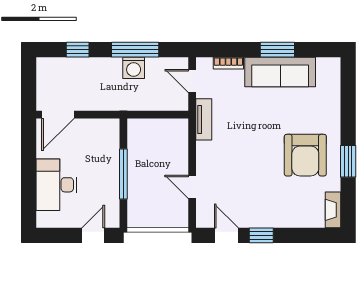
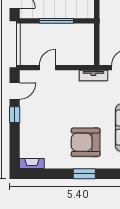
armchair: (305, 155) -> (86, 142), moved
window: (348, 161) -> (84, 174), moved

